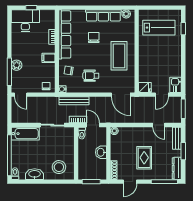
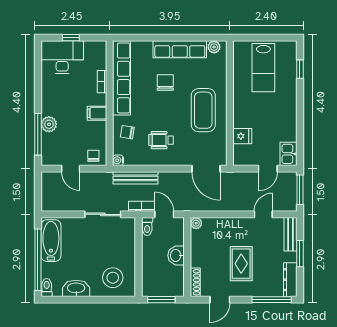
lab bench: (159, 28) -> (263, 68), turned 90
fridge: (145, 87) -> (242, 136), moved
door: (21, 95) -> (71, 169), moved
door: (159, 125) -> (263, 214), swing flipped
bathtub: (25, 134) -> (51, 241), moved, turned -90

